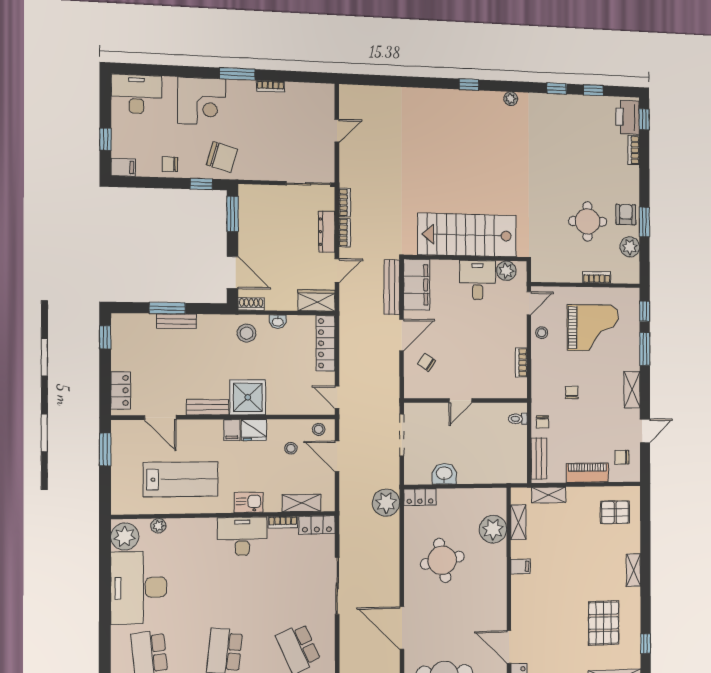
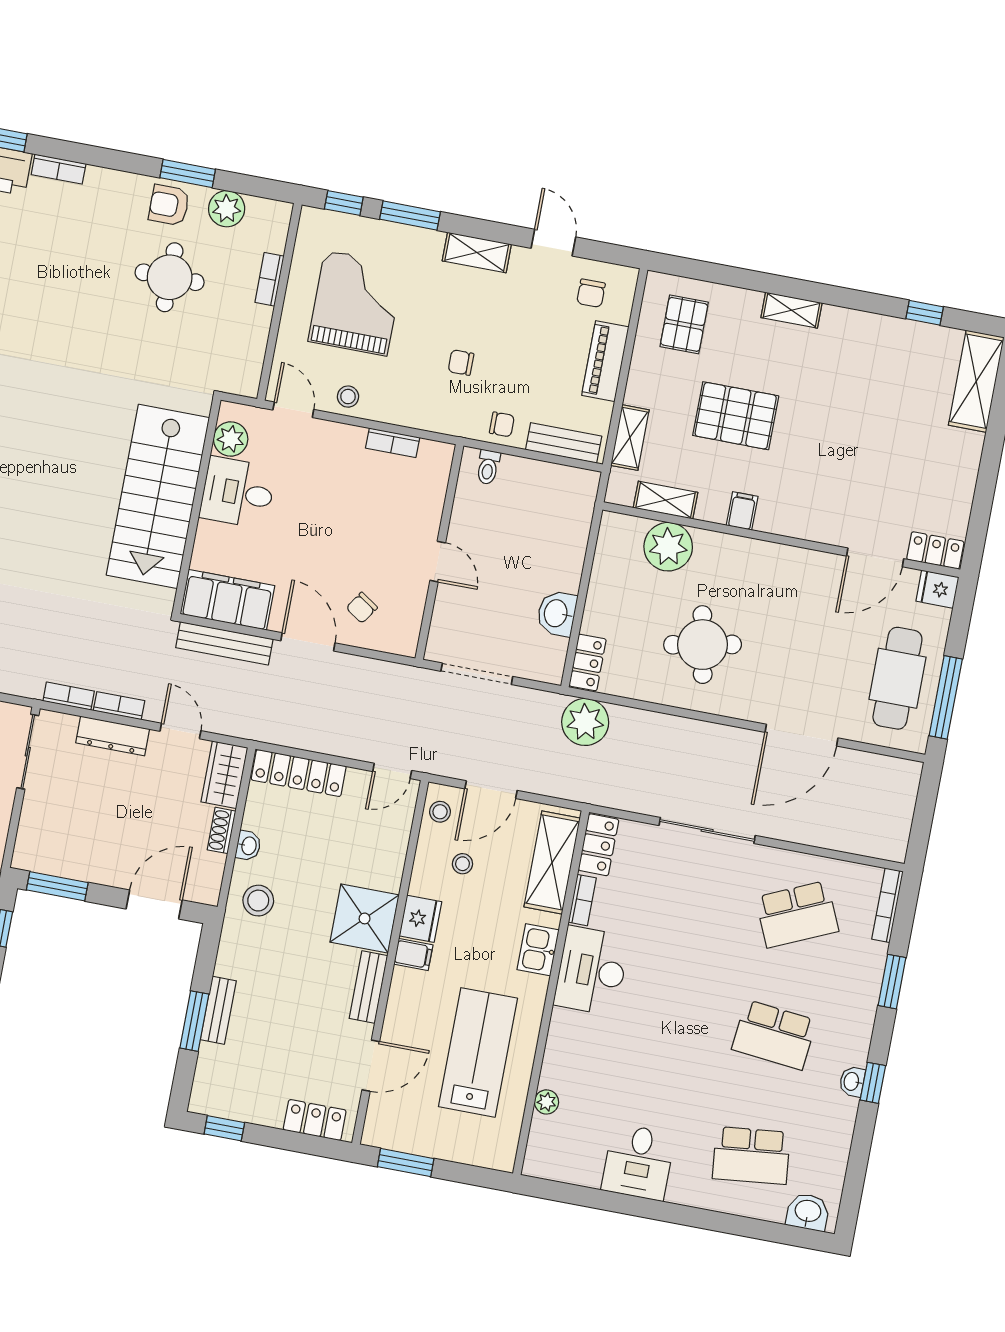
shoe rack: (251, 304) -> (221, 830), moved
shelving: (302, 503) -> (552, 862), width x1.50, depth x1.33
plant: (125, 537) -> (553, 1158), removed
desk: (139, 588) -> (638, 1162), width x0.53, depth x0.77
pallet: (604, 623) -> (736, 416), moved

